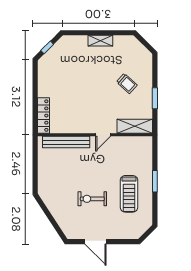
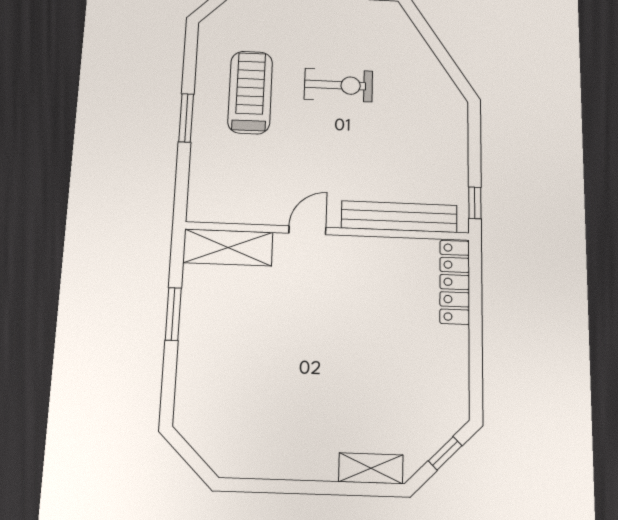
shelving: (100, 41) -> (371, 468), moved
trolley: (127, 83) -> (243, 353), removed
window: (35, 149) -> (475, 203), added

